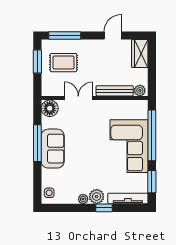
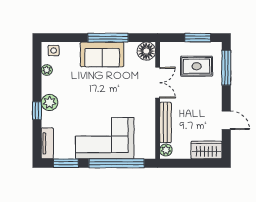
rug: (63, 63) -> (197, 66), turned 90
plant: (83, 199) -> (47, 70), moved
tv unit: (128, 199) -> (47, 143), width x0.71

